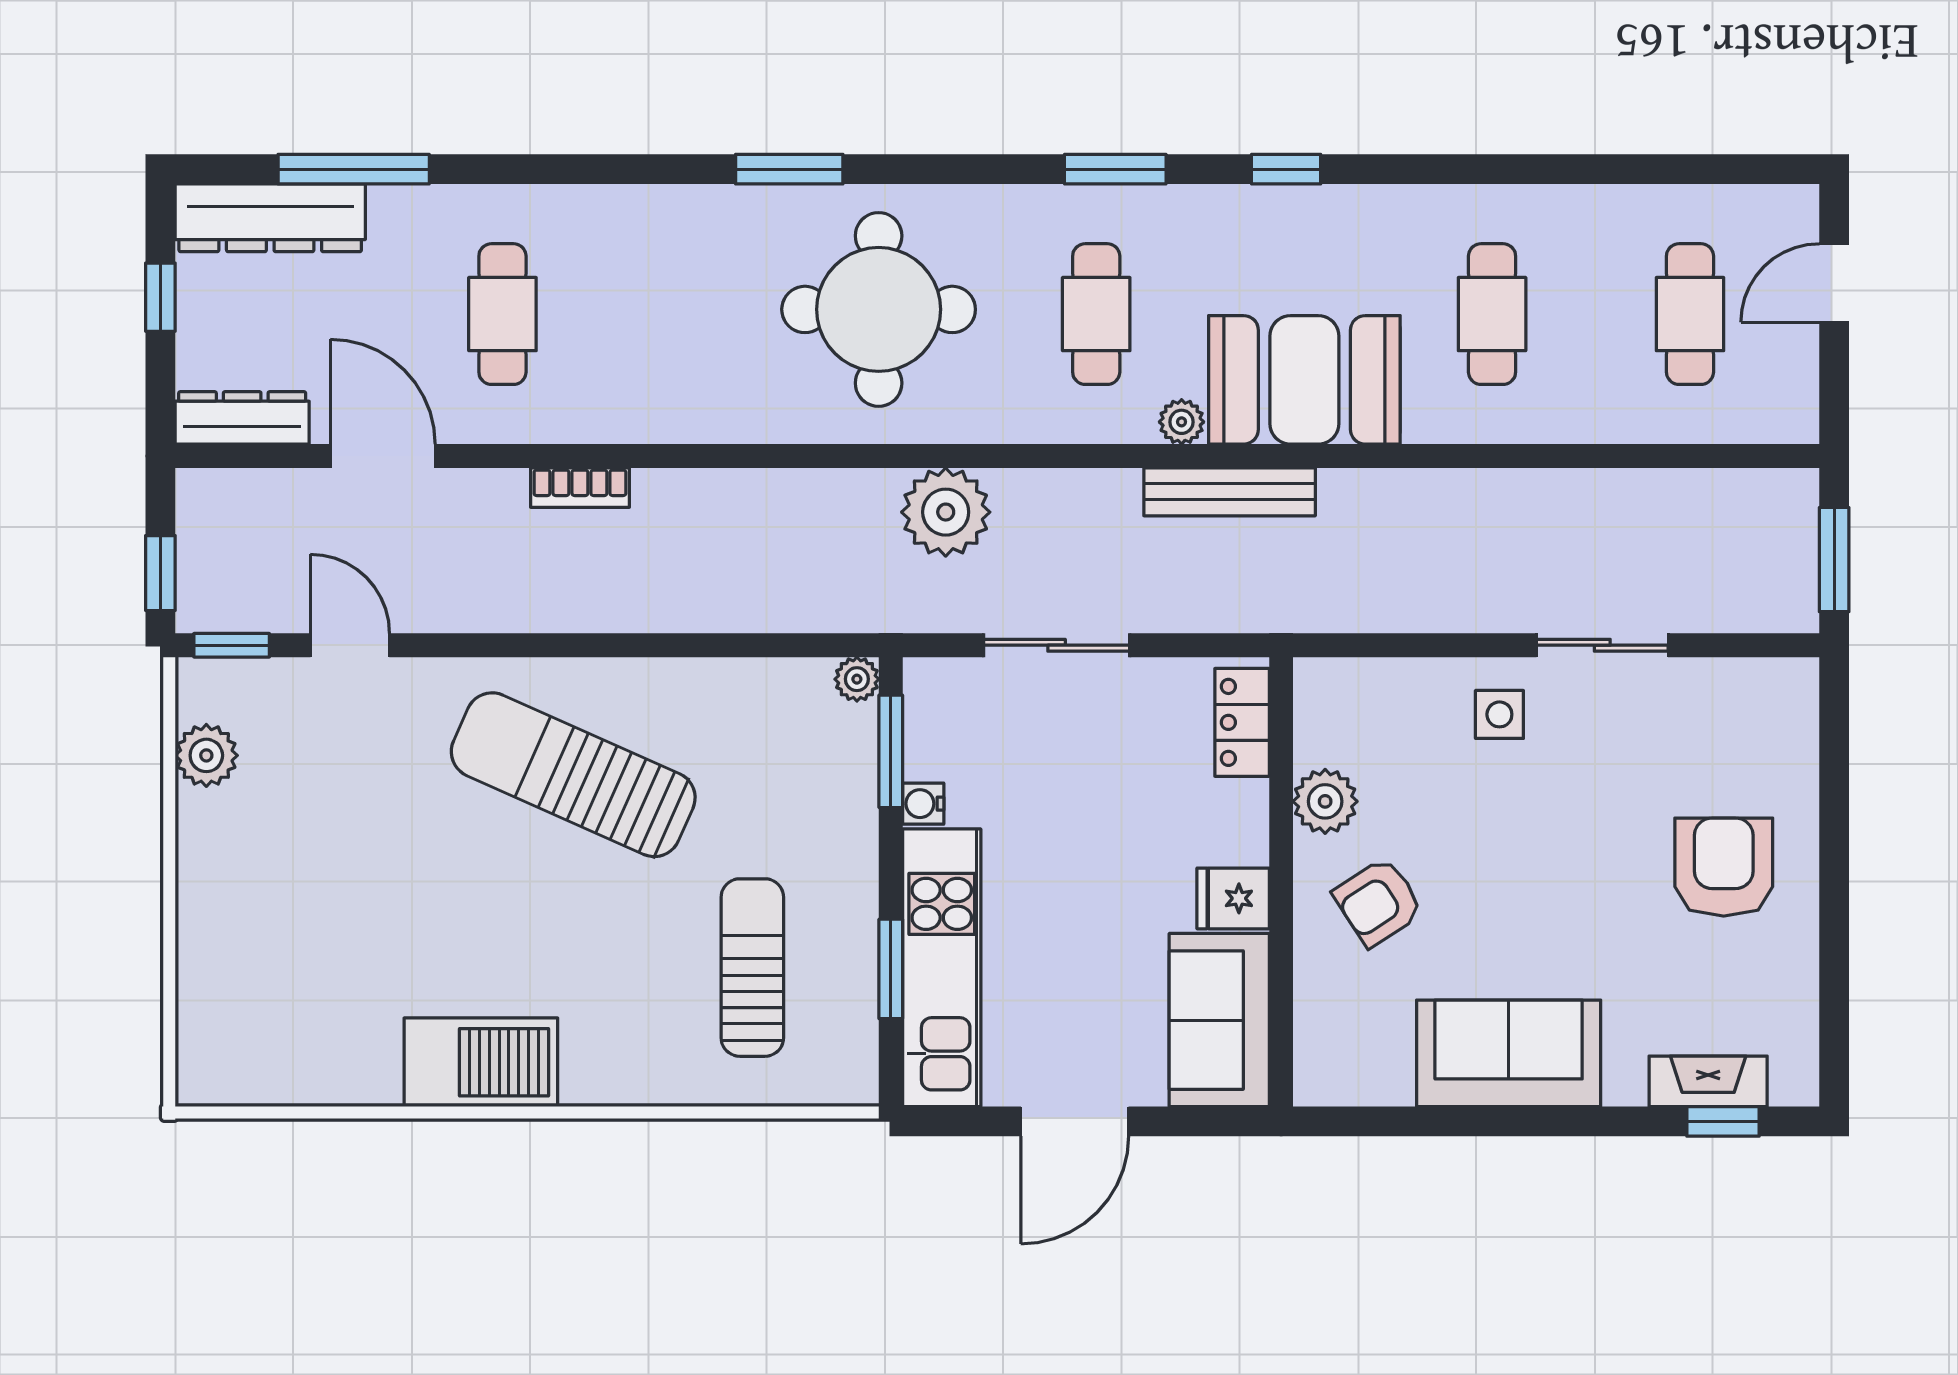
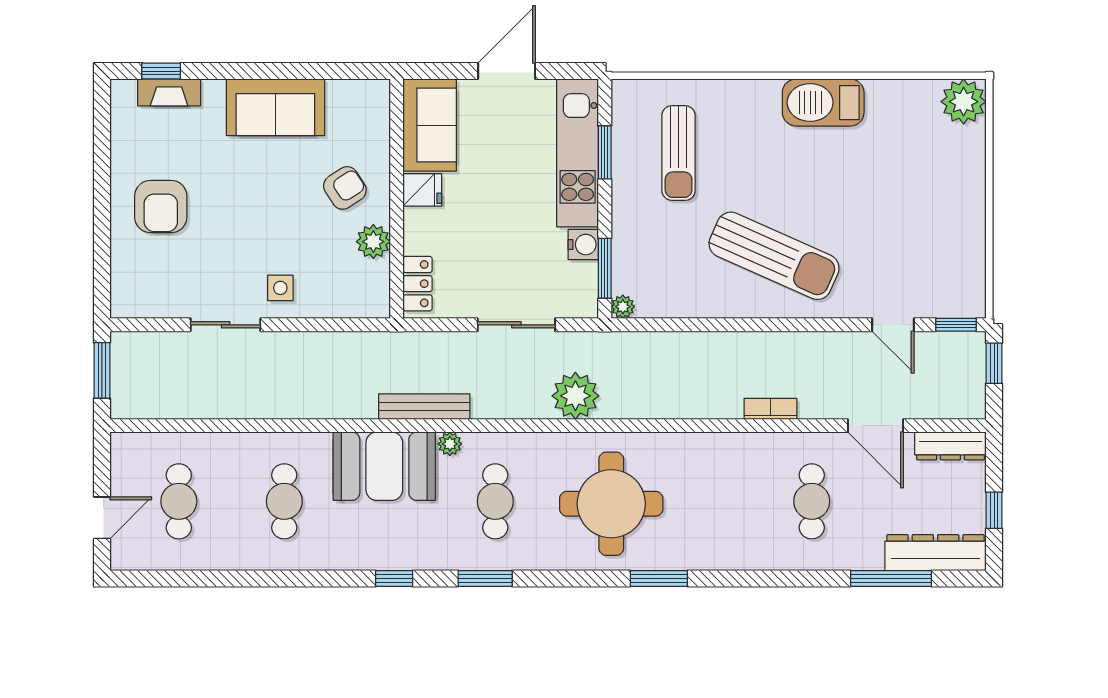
plant: (206, 755) -> (964, 102), moved, width x1.36, depth x1.36
water cooler: (923, 804) -> (583, 245), width x1.38, depth x1.38

